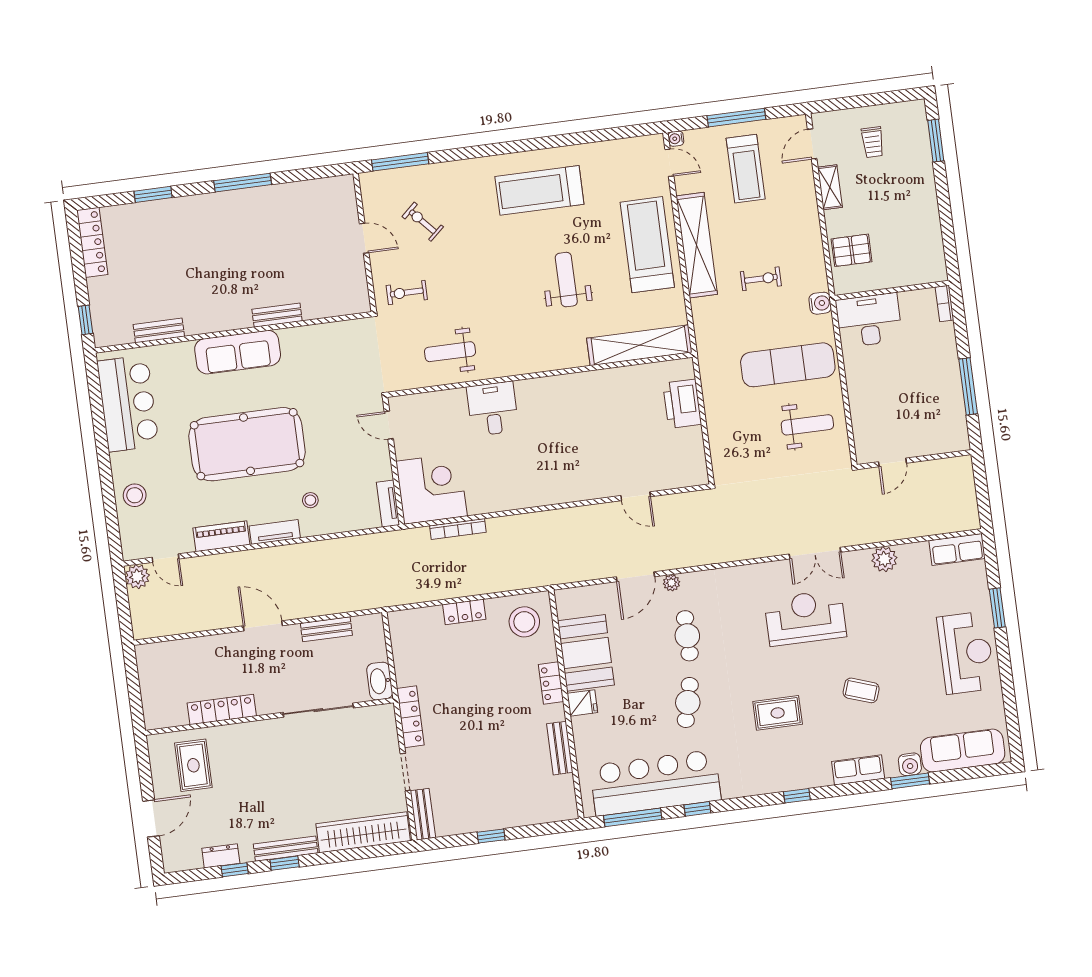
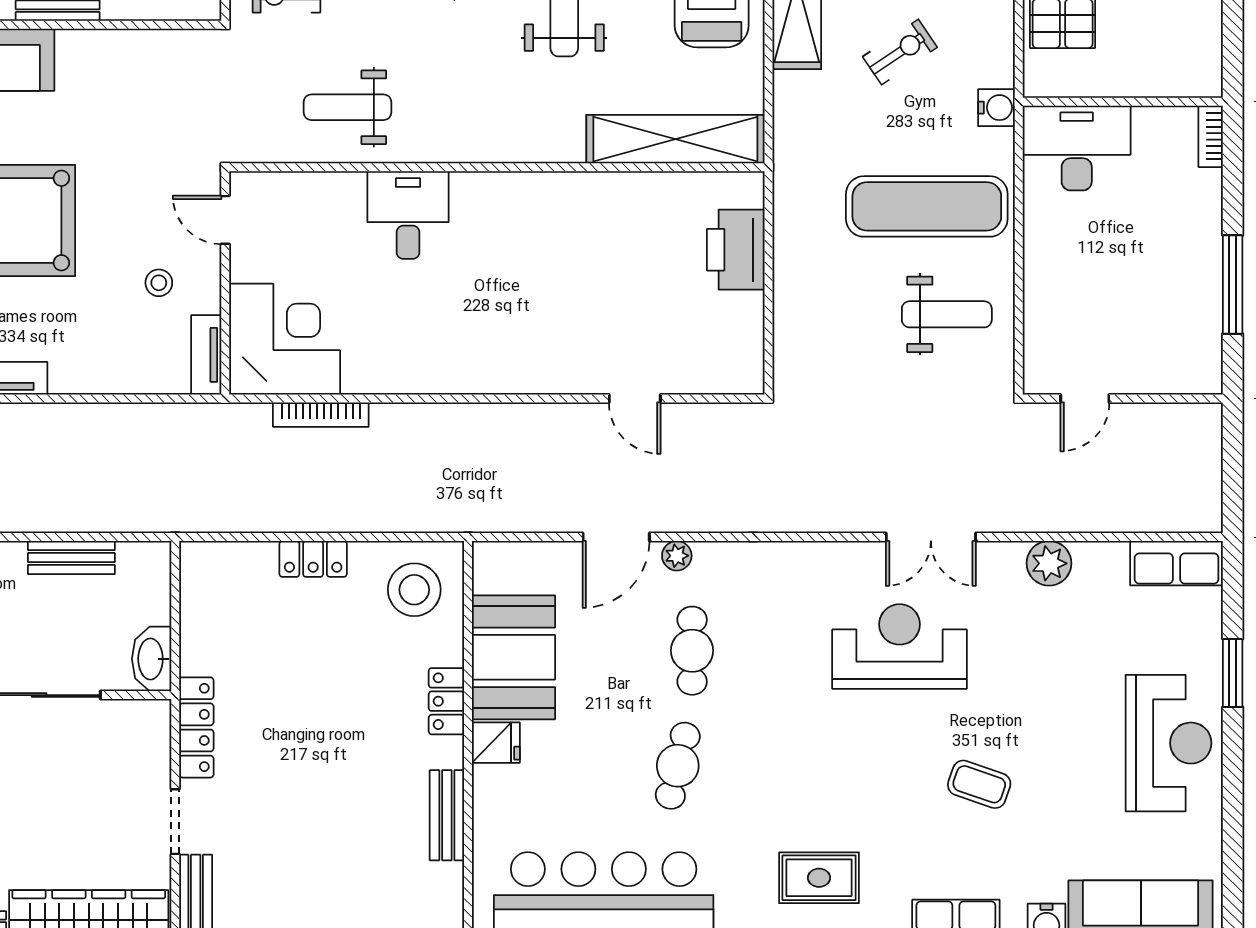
exercise bike: (761, 279) -> (900, 52), turned -34
stool: (310, 500) -> (159, 283), moved
rug: (778, 713) -> (819, 878), moved

